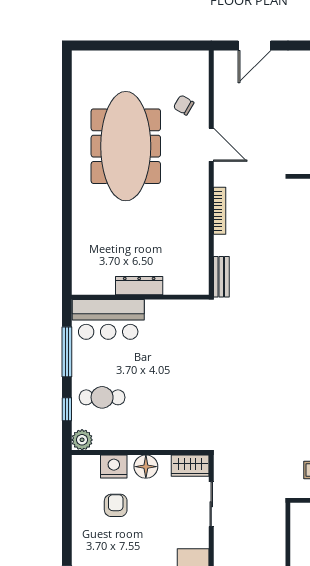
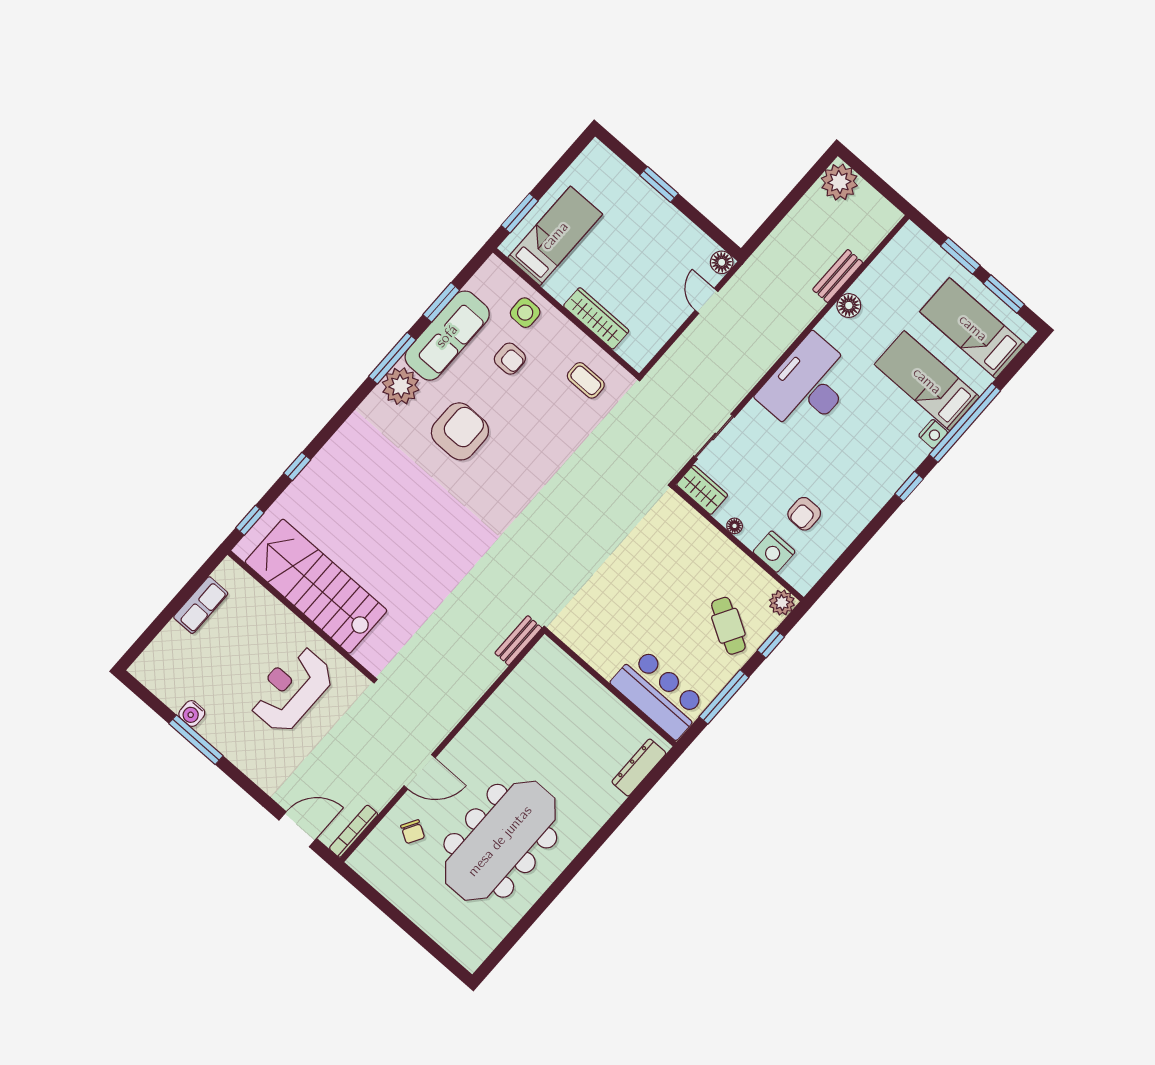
door: (211, 145) -> (420, 772), swing flipped
bookcase: (220, 211) -> (354, 831), moved
dresser: (139, 286) -> (639, 768), moved, turned 90
cafe table: (102, 397) -> (728, 626), turned 30
floor lamp: (146, 467) -> (735, 526), width x0.53, depth x0.53

